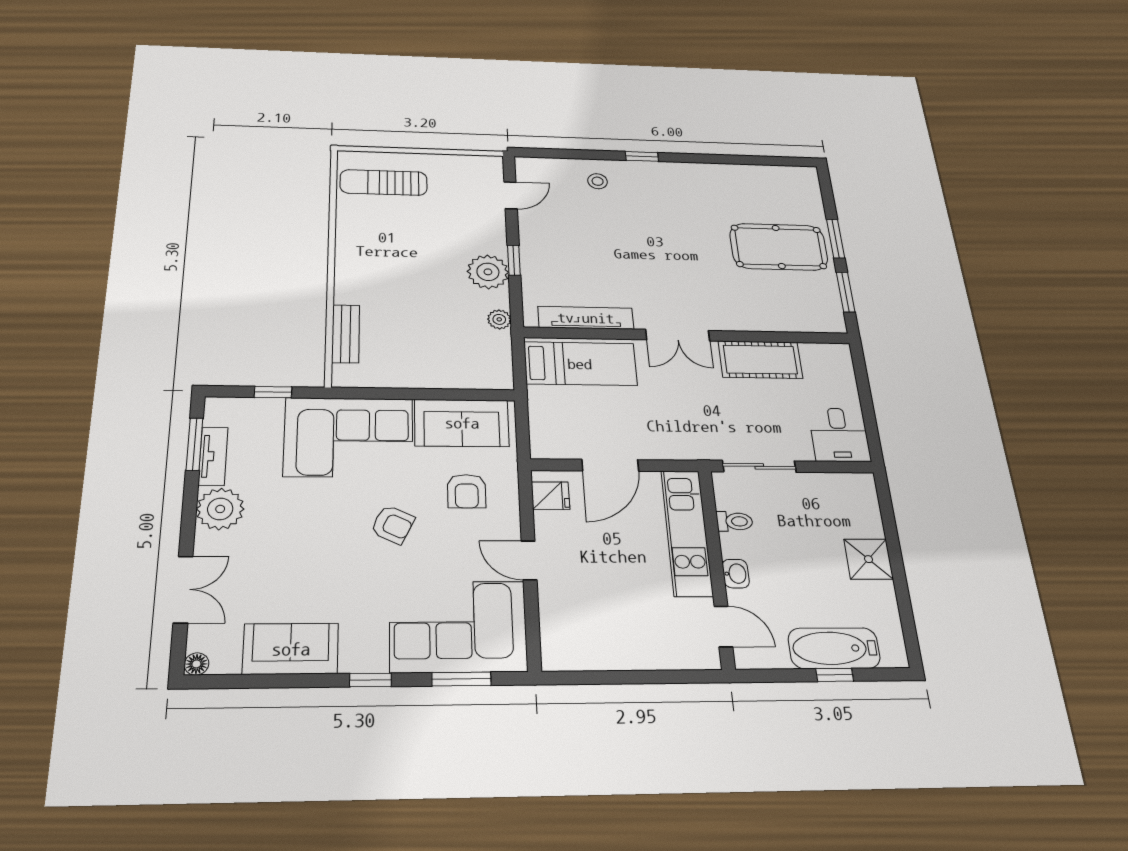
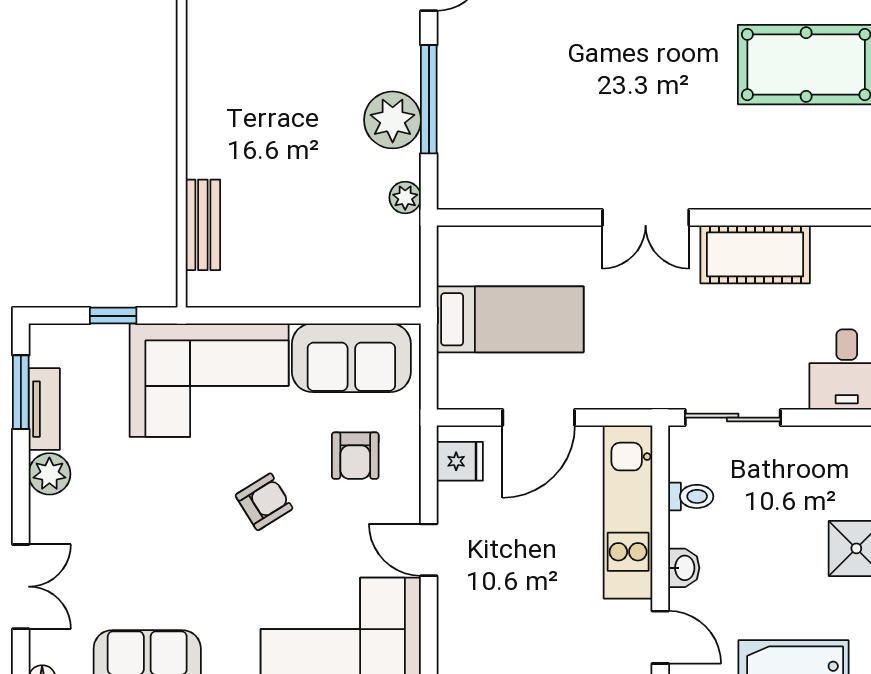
window: (514, 260) -> (429, 99), width x2.17
tv unit: (586, 318) -> (522, 192), removed
bed: (580, 364) -> (510, 319), moved
plant: (220, 509) -> (49, 474), width x0.73, depth x0.73
armchair: (393, 525) -> (264, 502), turned -58

